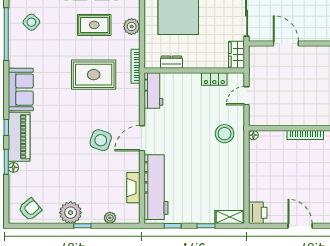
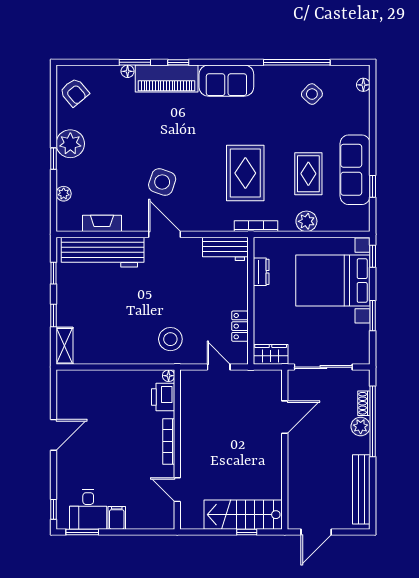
printer: (258, 213) -> (163, 397), moved, turned 90

